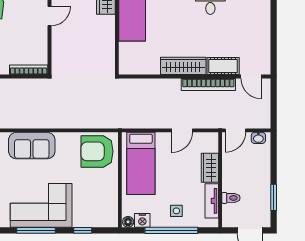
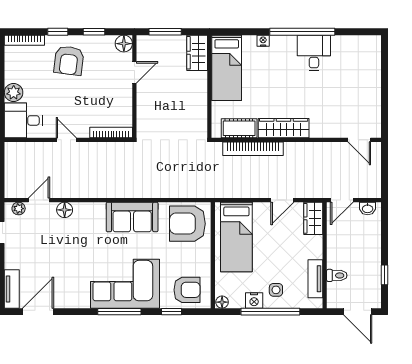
cot: (223, 66) -> (239, 128), moved
bookcase: (208, 84) -> (253, 149), moved
sofa: (32, 146) -> (132, 217), moved
wardrobe: (210, 168) -> (313, 218), moved
window: (274, 197) -> (385, 275), width x0.67
armchair: (97, 211) -> (187, 290), added
nightstand: (142, 220) -> (254, 300), moved

